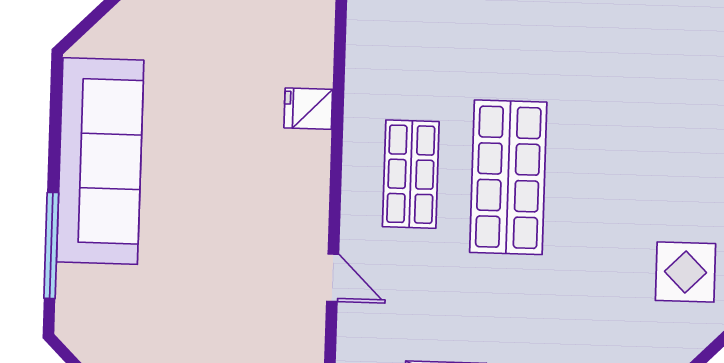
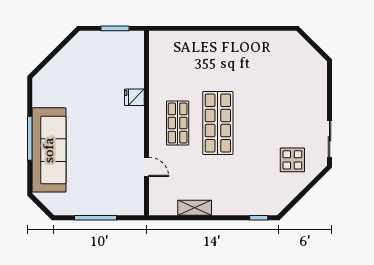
sofa: (100, 161) -> (49, 150), moved
window: (51, 245) -> (30, 138), moved

